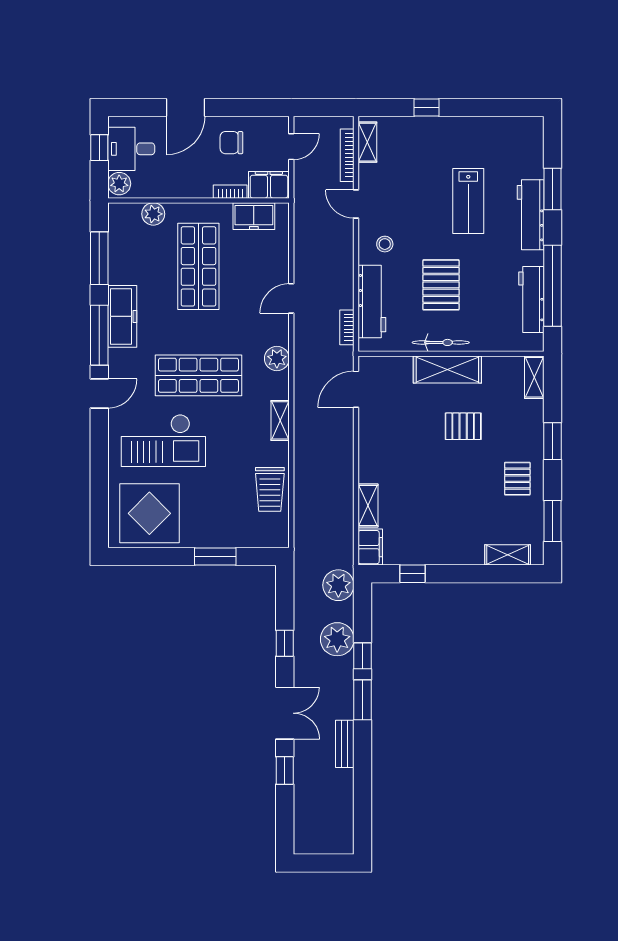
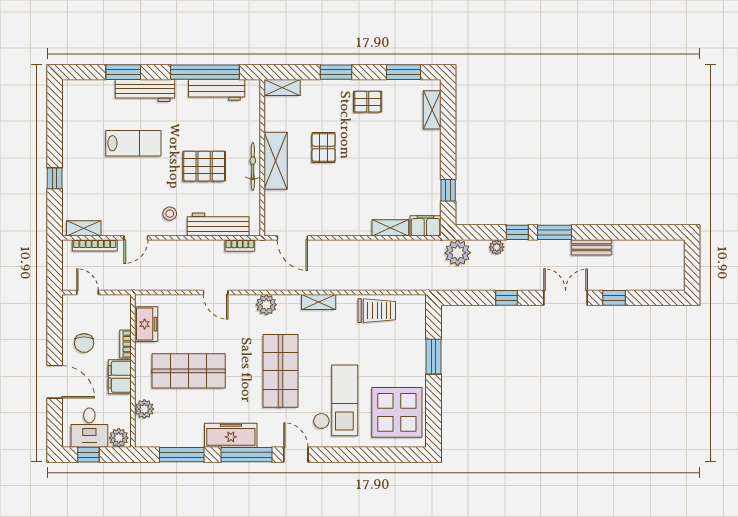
filing cabinet: (269, 185) -> (120, 377), moved
plant: (337, 639) -> (497, 247), width x0.53, depth x0.53

